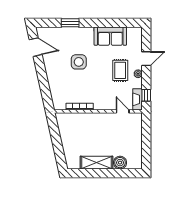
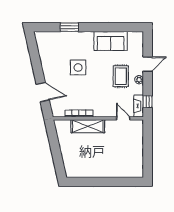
door: (36, 47) -> (43, 92), moved
shelving: (97, 163) -> (88, 126), moved
boiler: (120, 163) -> (121, 171), removed

